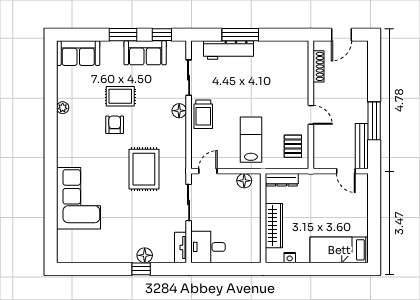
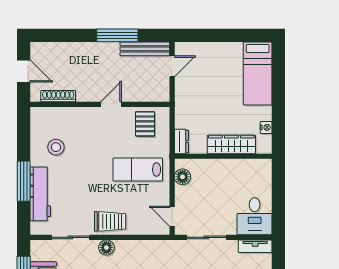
stool: (271, 64) -> (56, 147), added
pallet: (293, 146) -> (145, 124), turned 90
dresser: (282, 180) -> (182, 141), width x0.70

